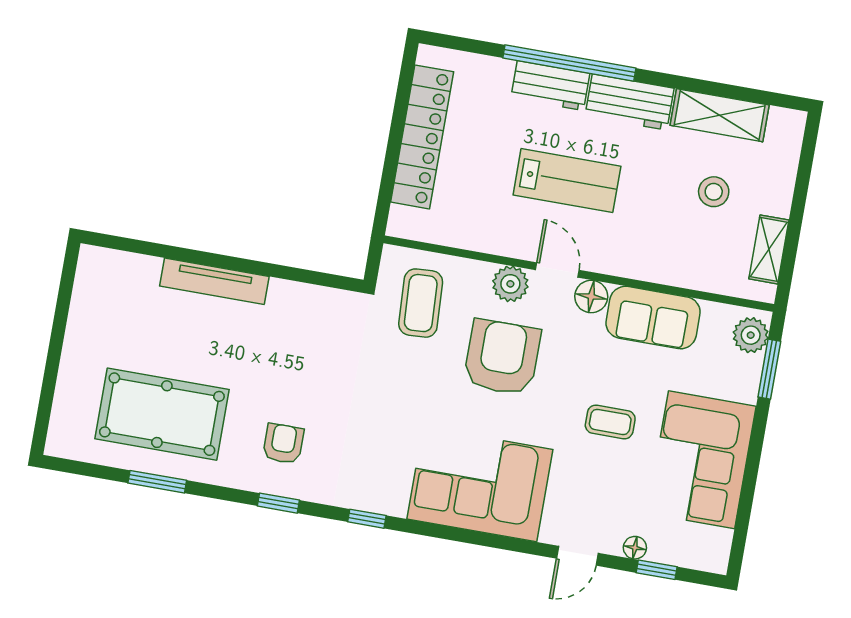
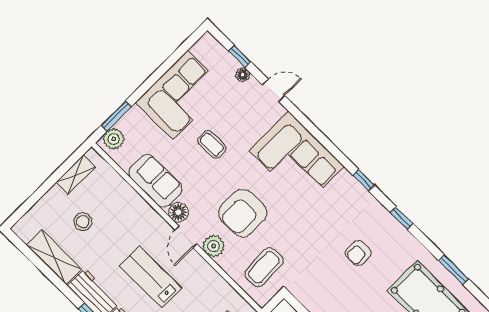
armchair: (283, 444) -> (358, 253), moved

